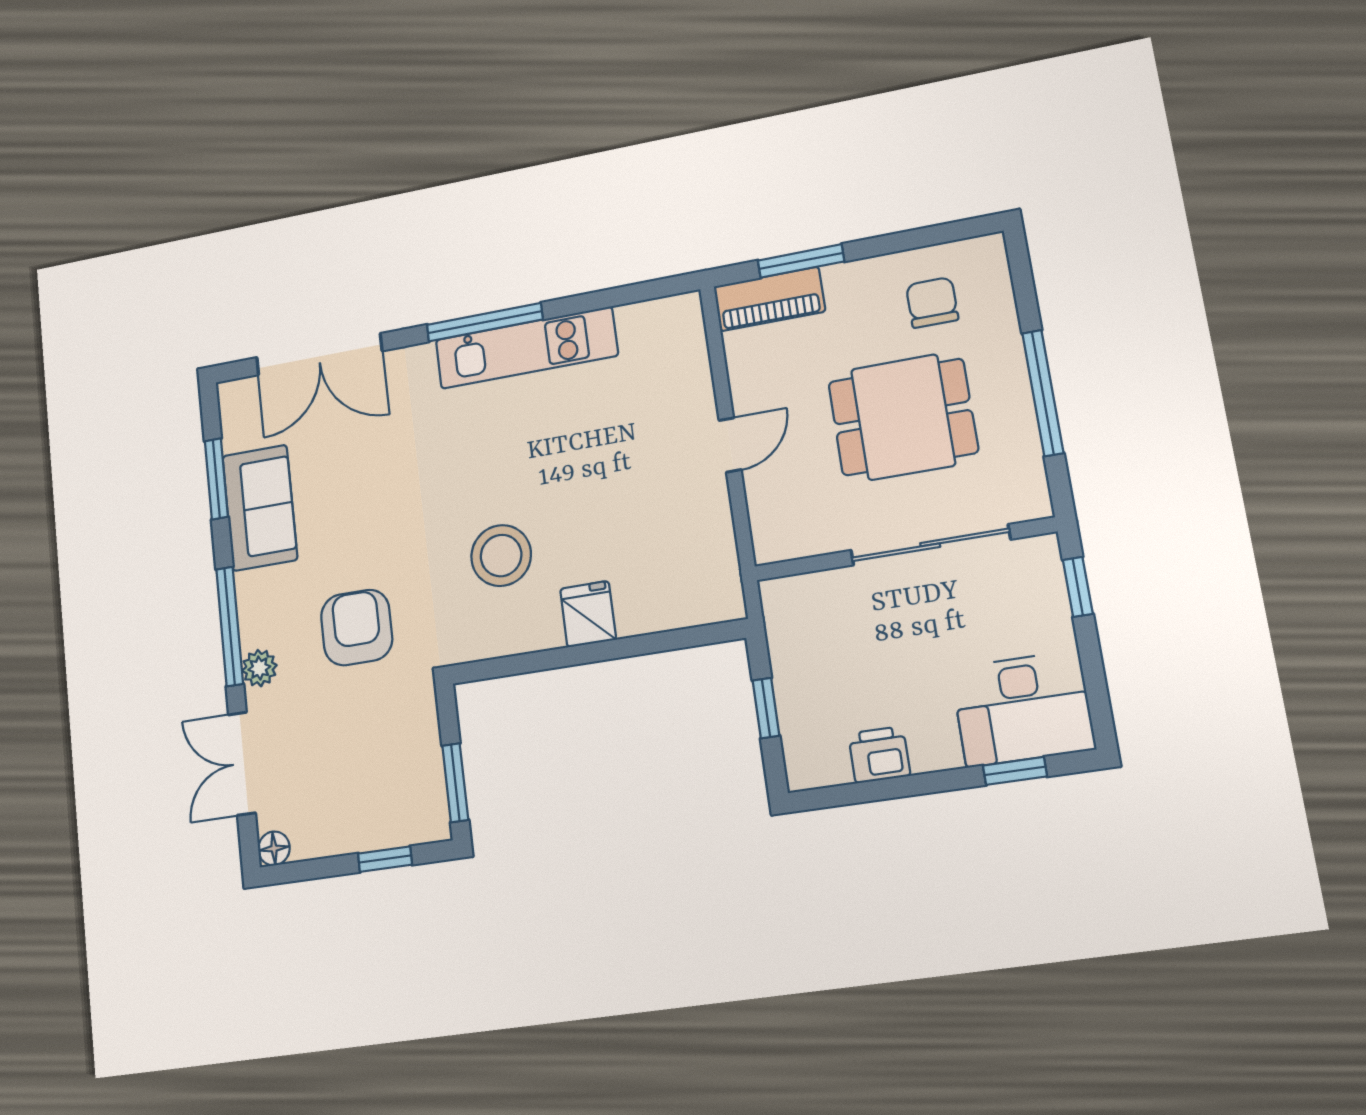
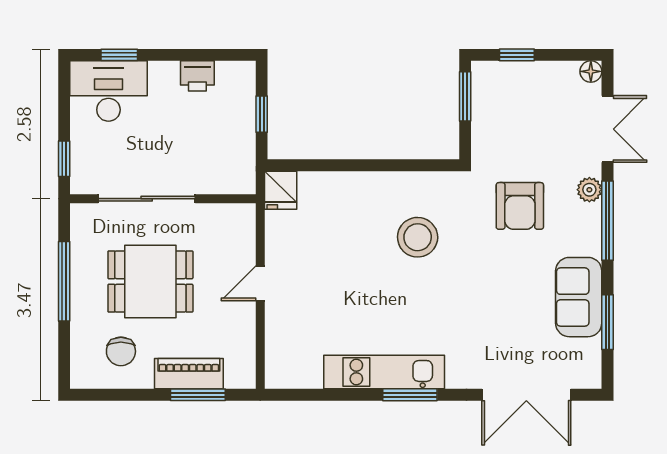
piano: (769, 299) -> (189, 374), moved
window: (485, 322) -> (410, 395), width x0.69
double door: (319, 354) -> (526, 395), swing flipped
fridge: (588, 614) -> (281, 190), moved

